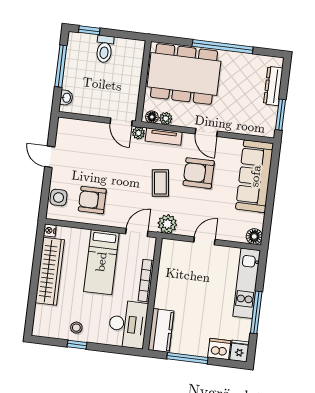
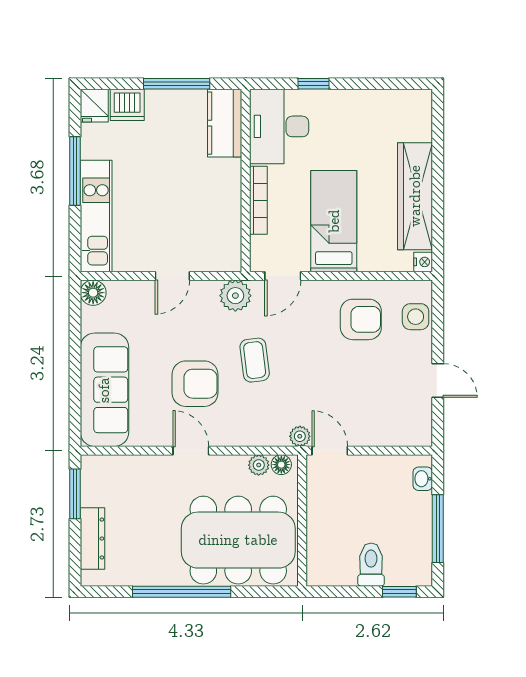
tv unit: (164, 137) -> (258, 436), removed
stool: (76, 328) -> (361, 111), removed
window: (77, 345) -> (313, 84), moved

